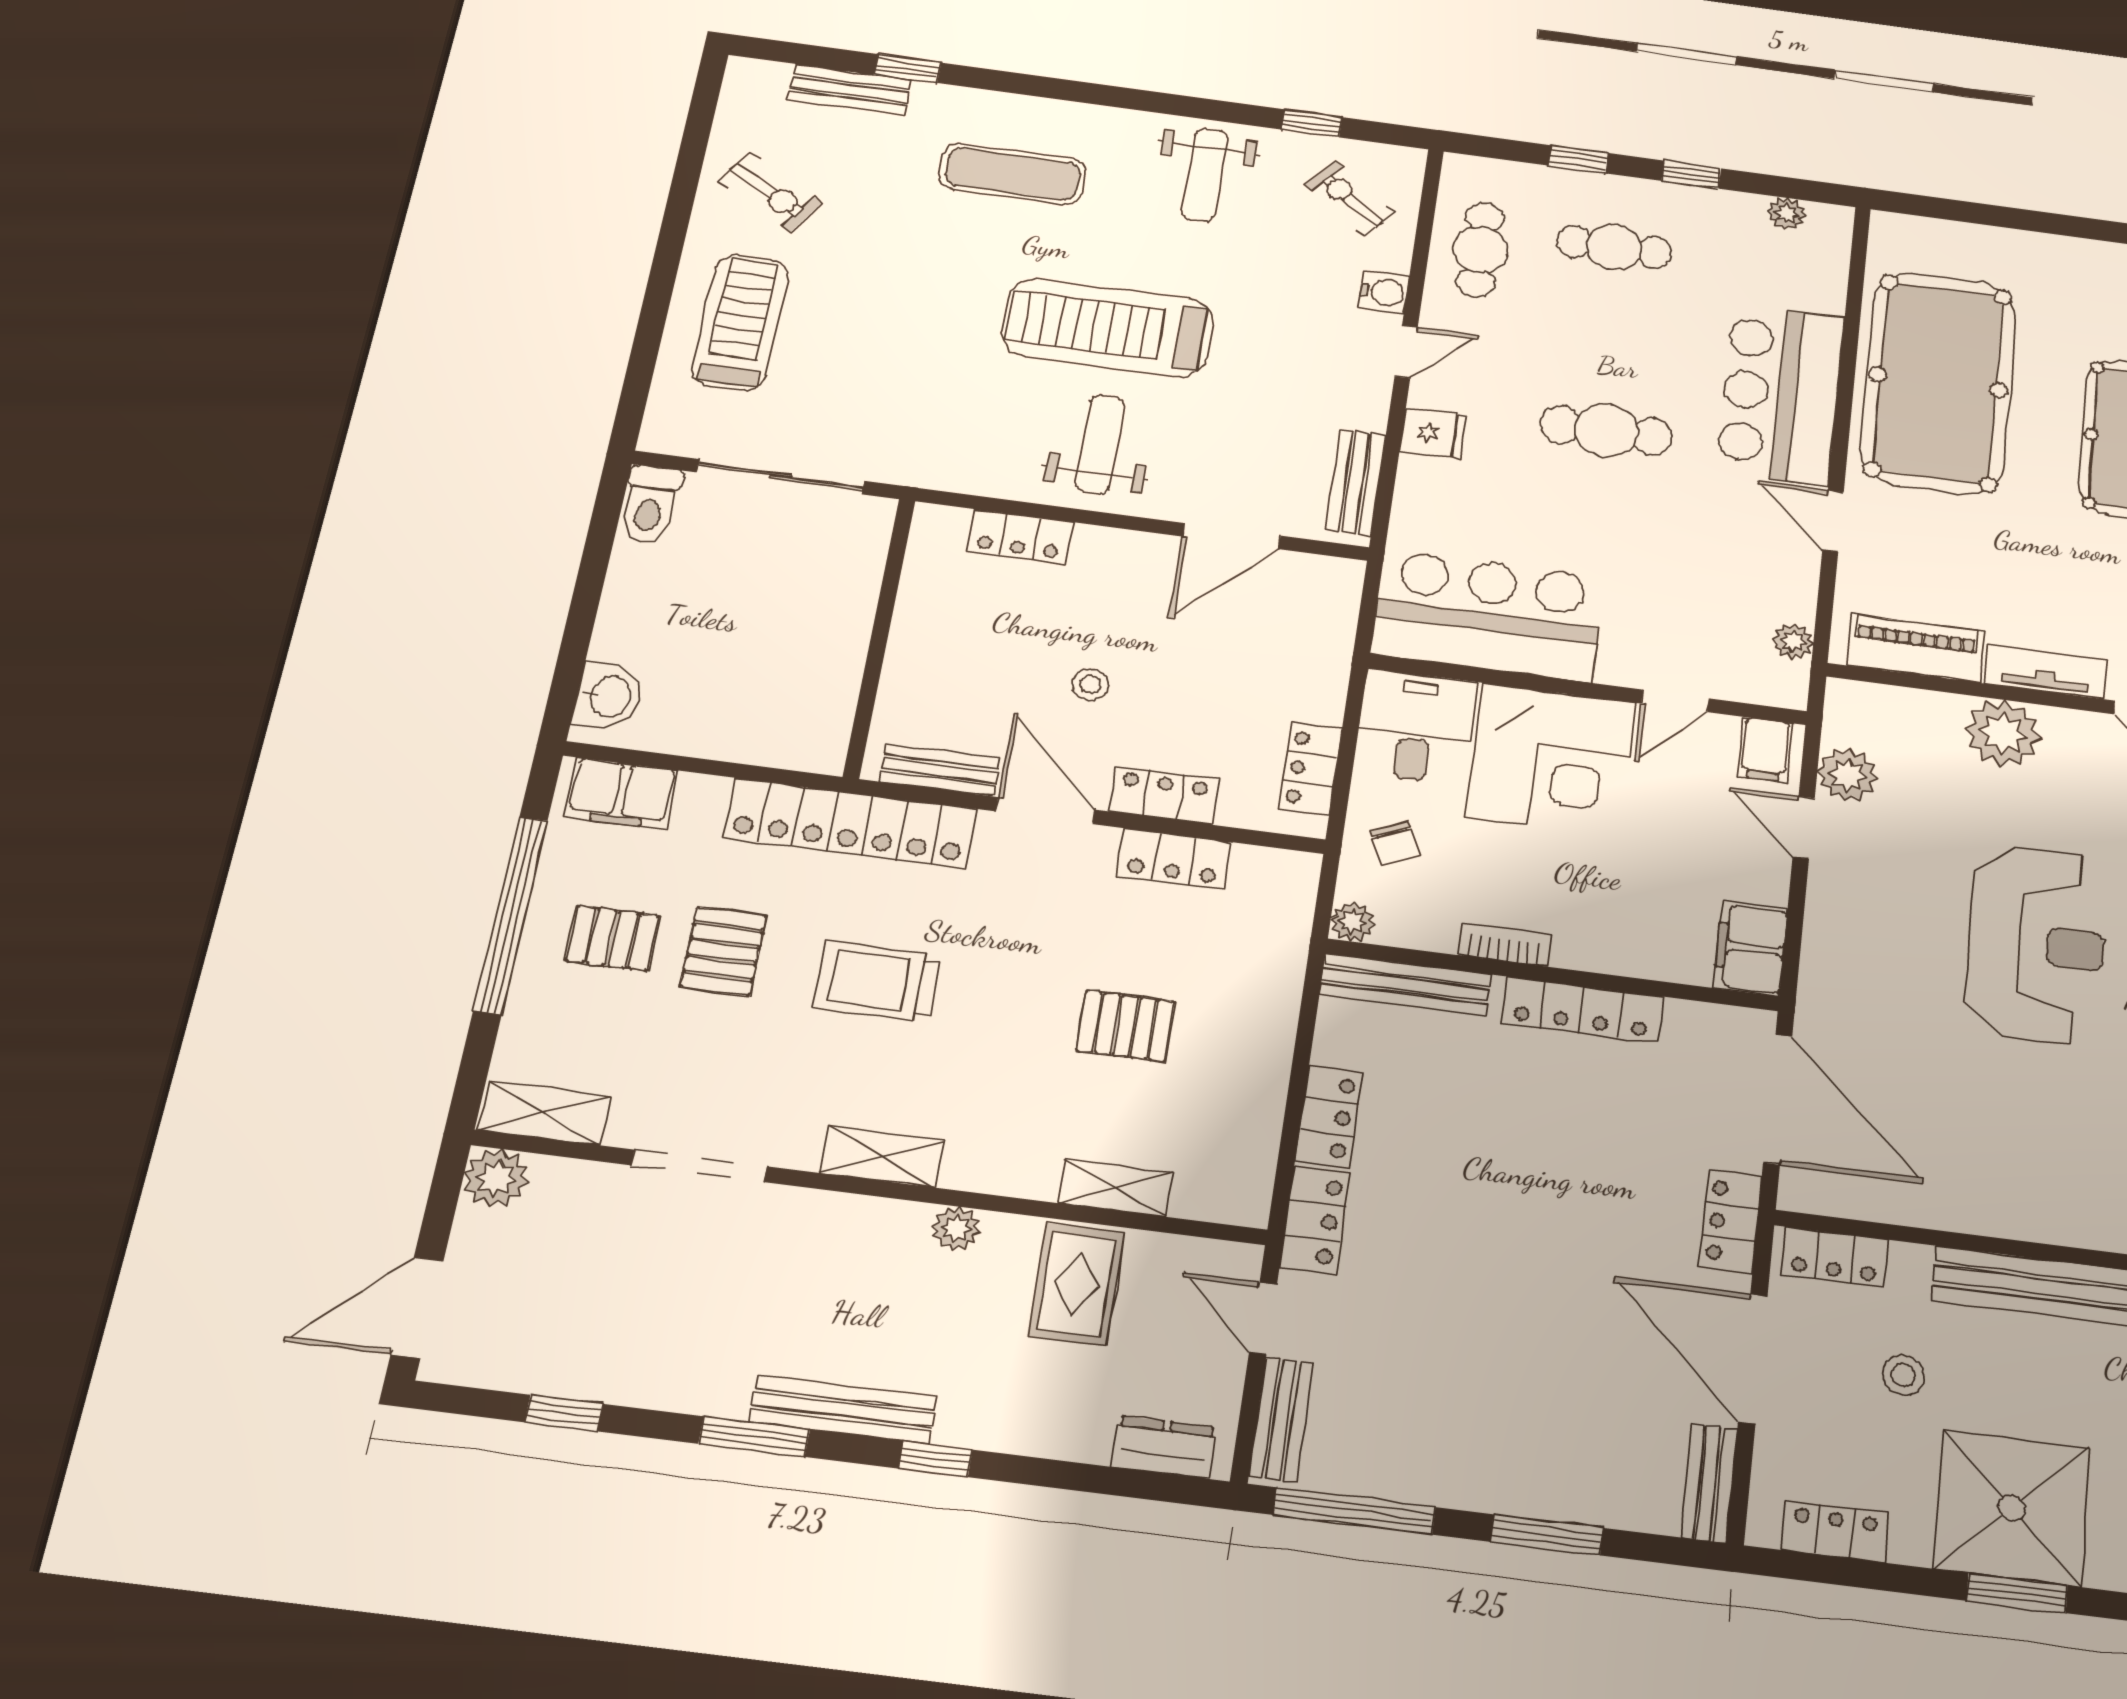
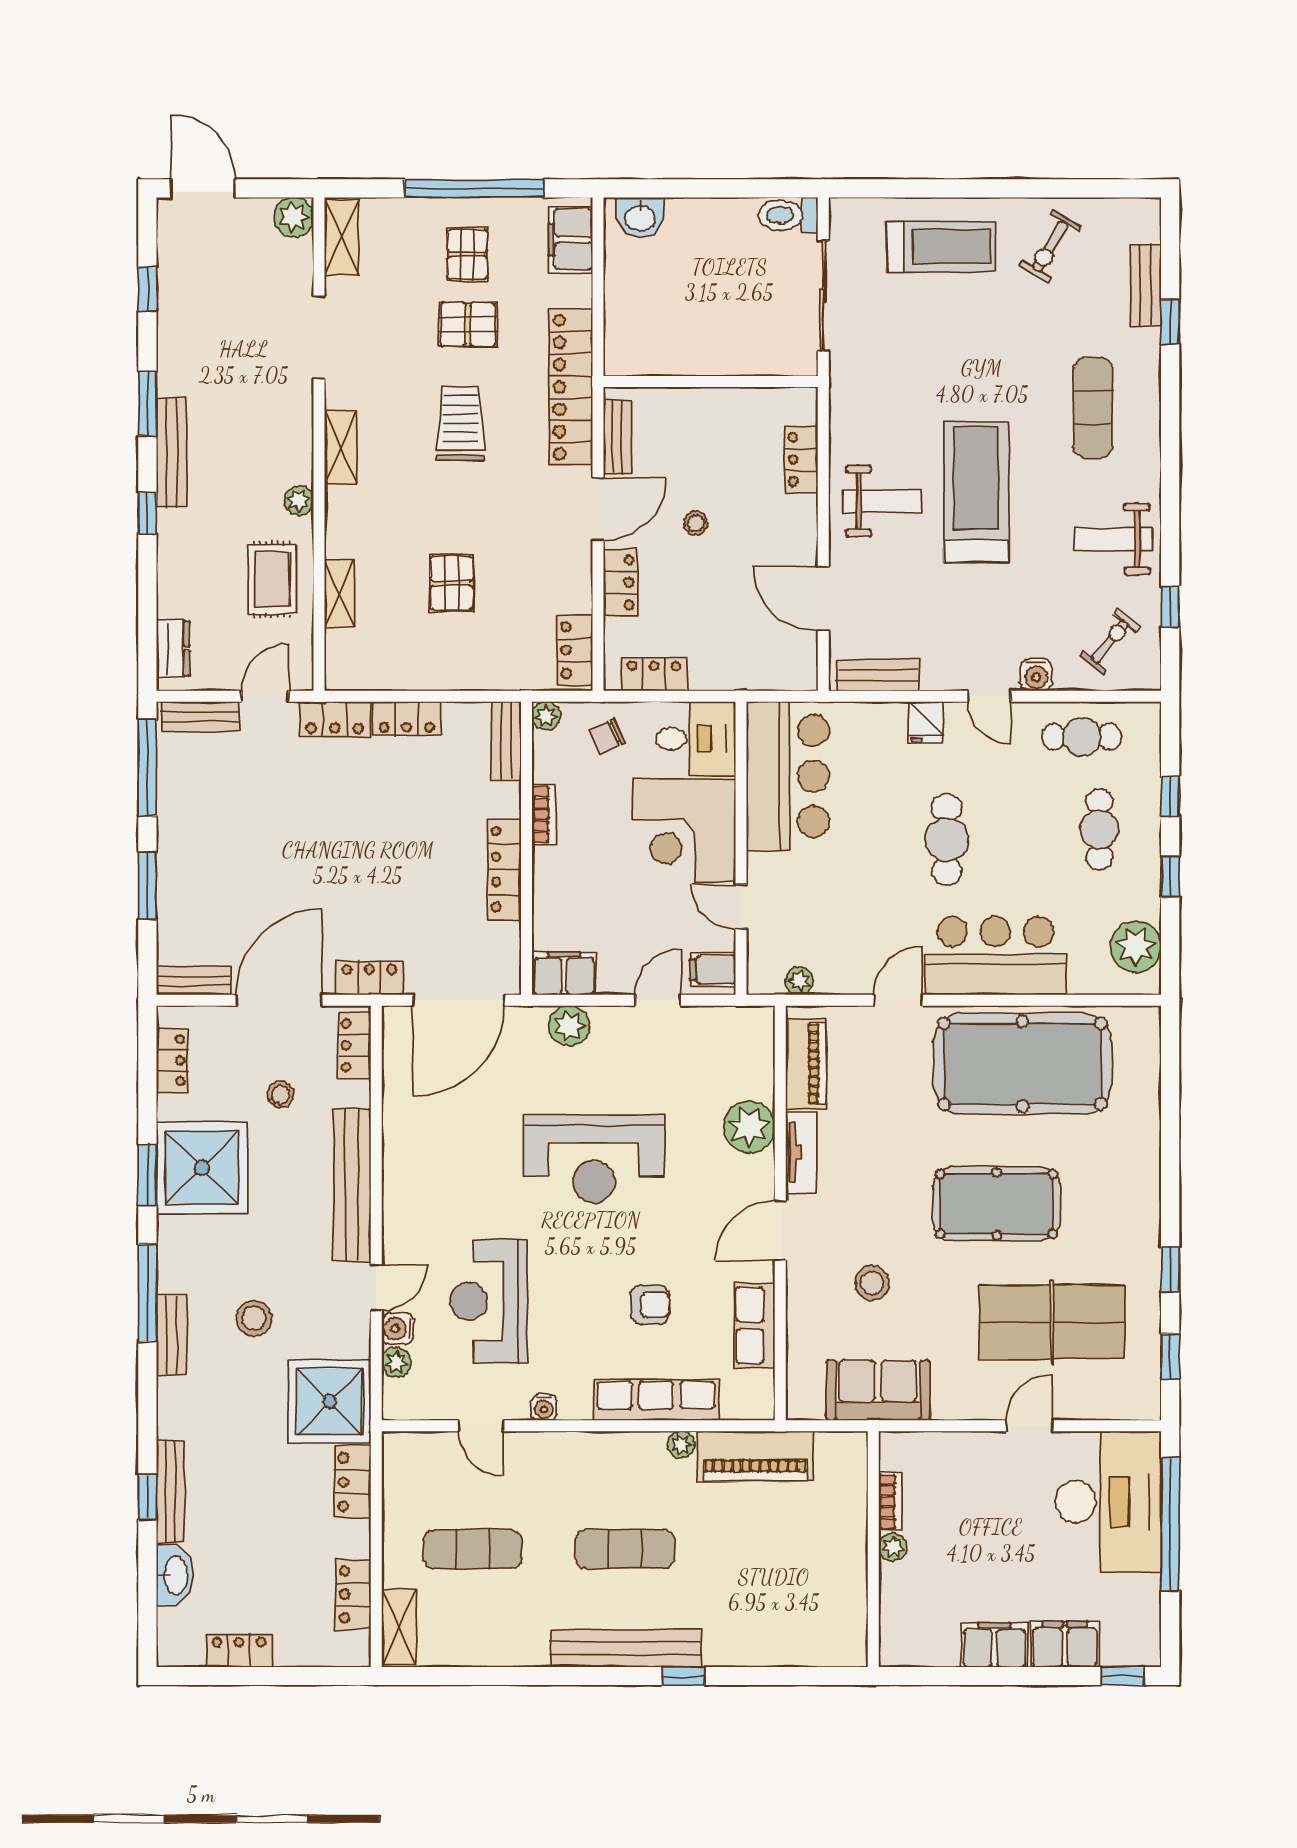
plant: (1786, 214) -> (1136, 947), width x1.88, depth x1.88
plant: (1848, 775) -> (569, 1026), moved
locker: (1174, 859) -> (575, 650), moved
bench: (1405, 984) -> (506, 741), width x0.73
rug: (1076, 1284) -> (272, 579), turned 90

